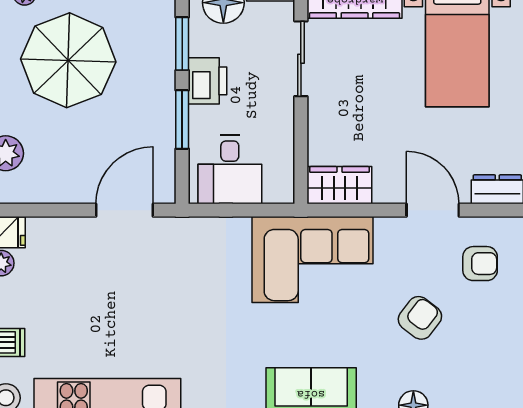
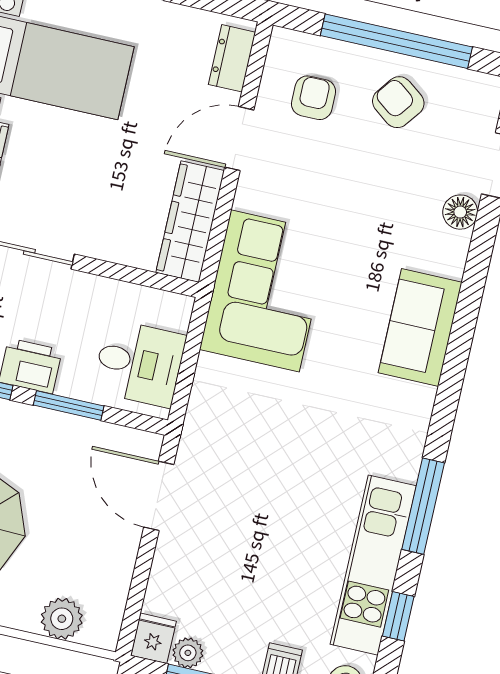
wardrobe: (339, 185) -> (190, 222), width x1.50
armchair: (420, 318) -> (398, 102), moved

